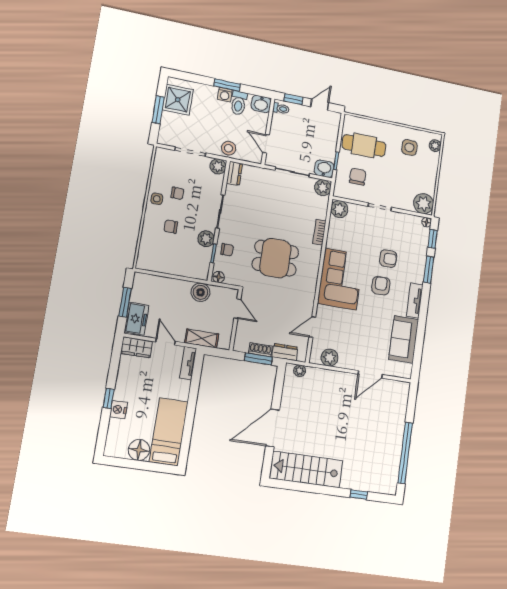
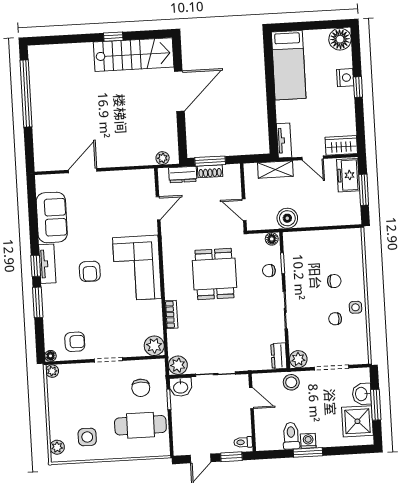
washbasin: (261, 104) -> (362, 394), moved, turned -90
plant: (424, 204) -> (52, 371), width x0.53, depth x0.53
plant: (206, 239) -> (294, 277), removed
window: (433, 239) -> (36, 266), moved
dining table: (275, 258) -> (214, 274), turned 90
armchair: (388, 259) -> (75, 342), moved, turned 180
plant: (330, 358) -> (132, 179), removed
floor lamp: (139, 450) -> (340, 39), moved
window: (359, 495) -> (113, 37), moved

